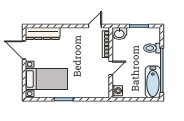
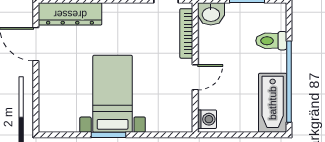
bed with nightstands: (46, 79) -> (113, 94), moved, turned -90

